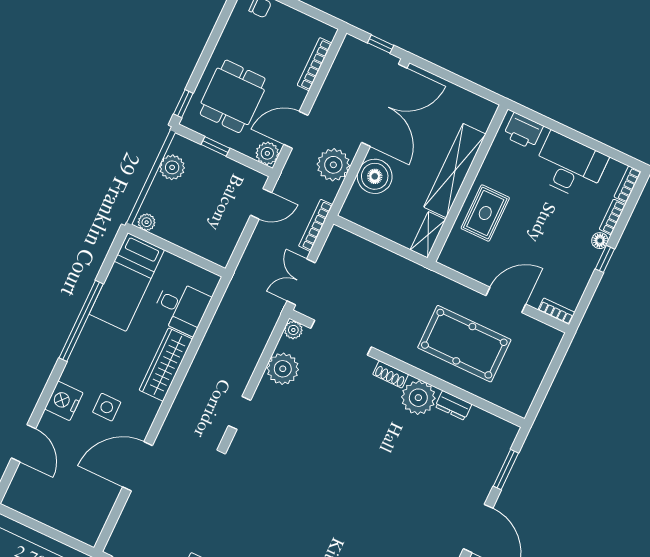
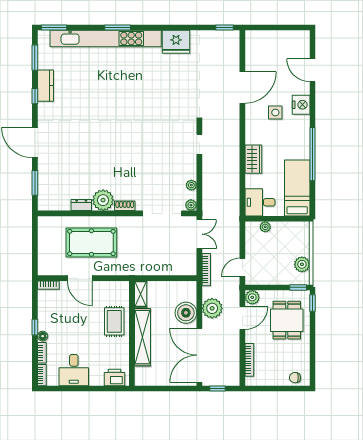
window: (215, 146) -> (298, 287), moved
desk: (570, 166) -> (74, 370), width x0.73
plant: (147, 222) -> (265, 227), moved
door: (506, 300) -> (80, 278), hinge flipped
desk: (181, 307) -> (260, 202), moved
wardrobe: (166, 365) -> (253, 159), width x0.67
plant: (283, 369) -> (191, 185), width x0.53, depth x0.53

